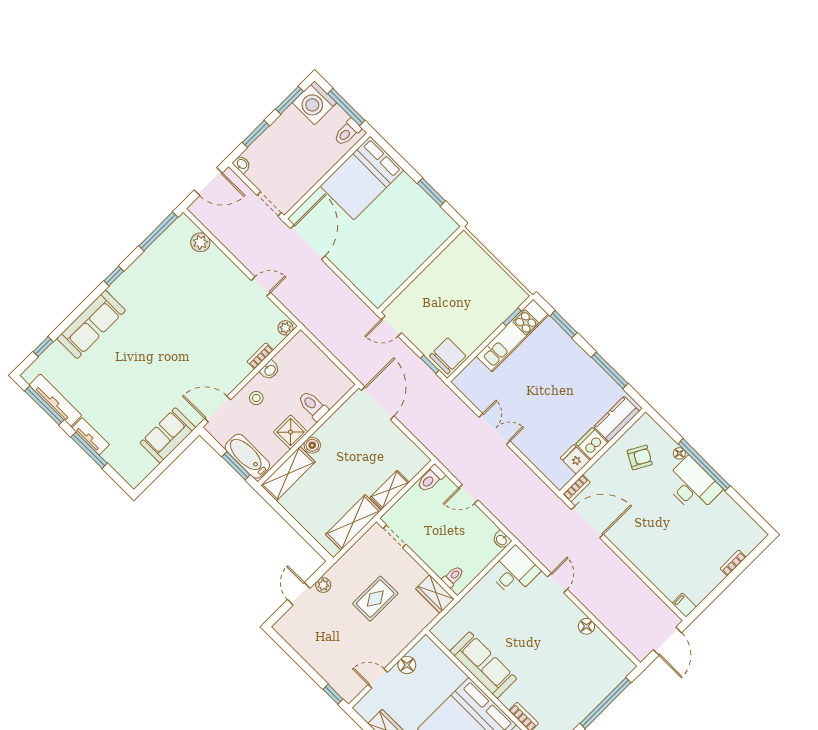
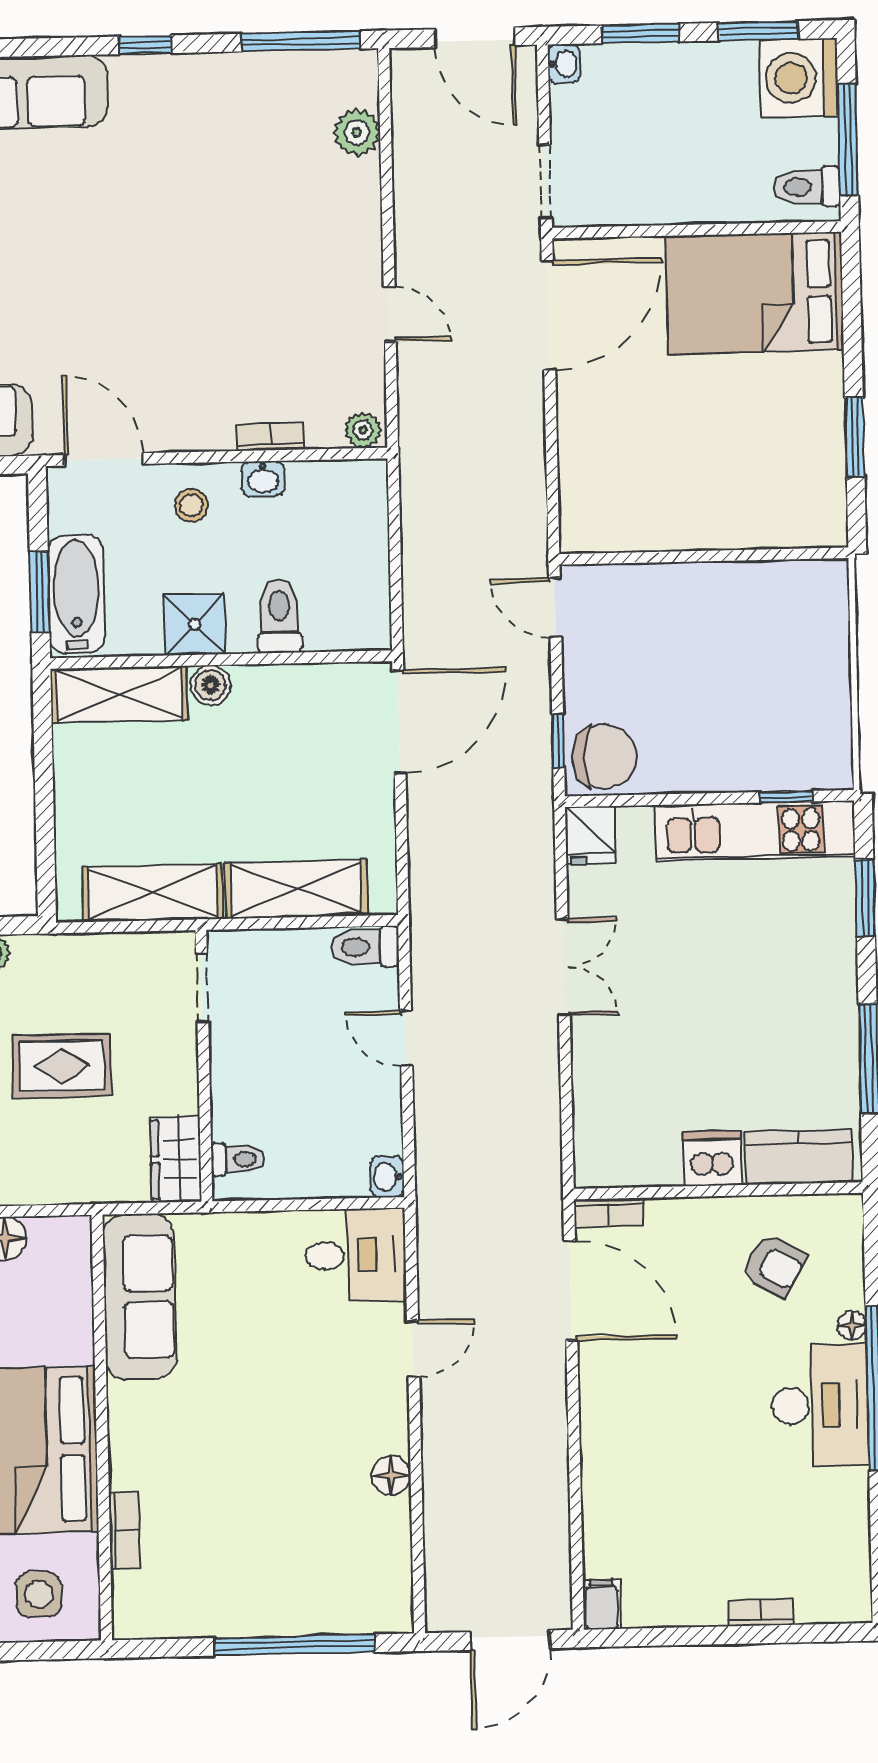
fridge: (575, 459) -> (591, 835), moved, turned 180
shelving: (390, 490) -> (296, 889), width x1.50, depth x1.33
sofa: (483, 665) -> (139, 1297), moved

